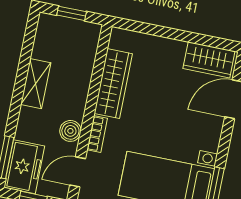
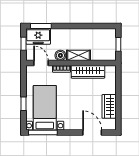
wardrobe: (209, 60) -> (109, 106), moved
shelving: (36, 84) -> (78, 55), moved

